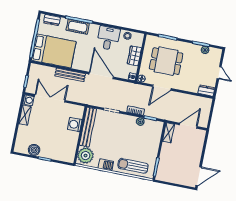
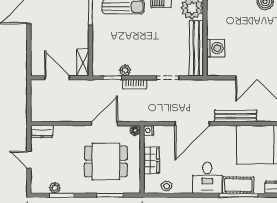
desk: (108, 38) -> (207, 178), moved
door: (101, 76) -> (192, 124), hinge flipped
door: (188, 126) -> (57, 78), swing flipped

